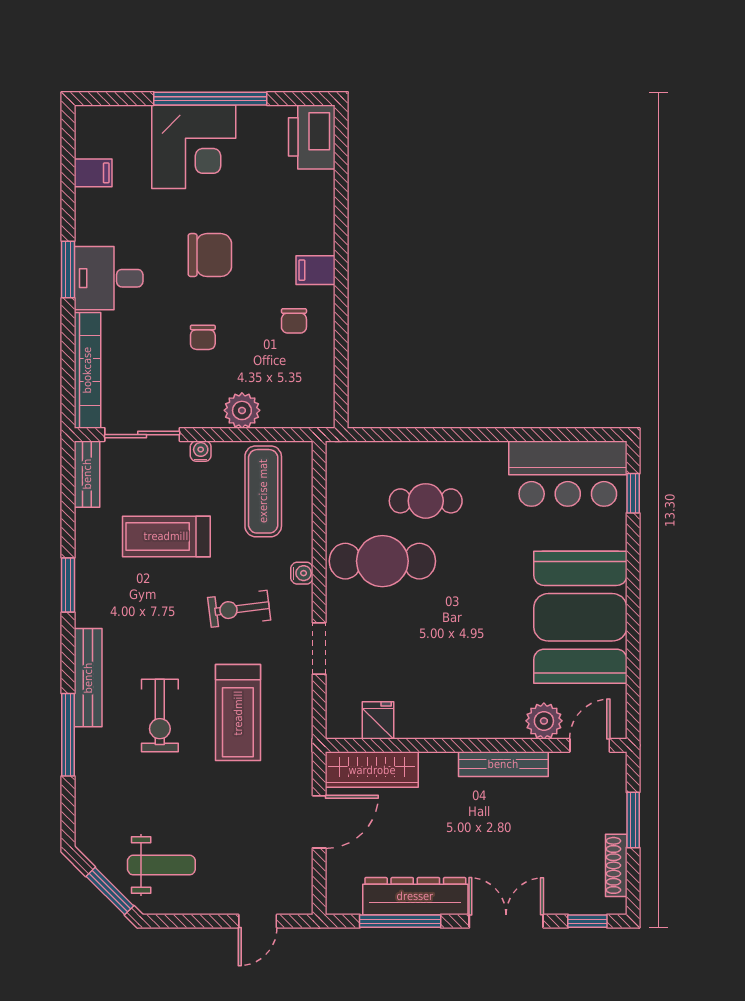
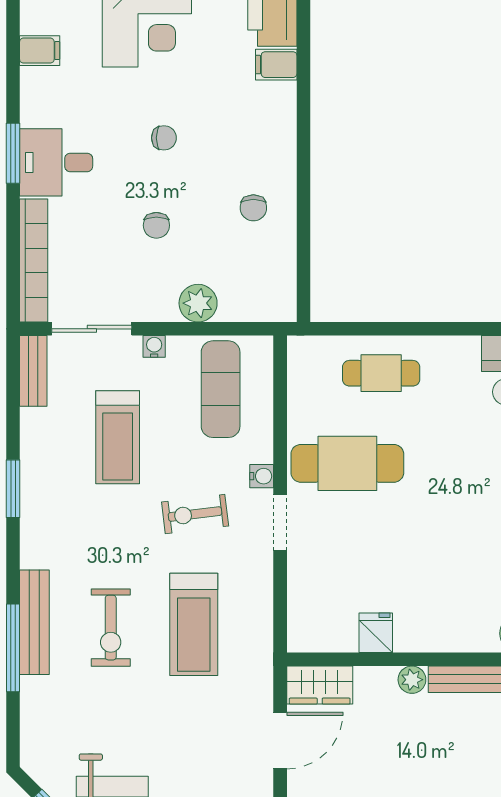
chair: (210, 255) -> (164, 138), width x0.54, depth x0.54
filing cabinet: (315, 270) -> (276, 65), moved
cafe table: (426, 501) -> (381, 373), moved
treadmill: (166, 536) -> (118, 437), turned -90
doorway: (319, 648) -> (280, 523), moved
bench: (88, 678) -> (34, 622), moved
fridge: (378, 720) -> (376, 633), moved
plant: (443, 765) -> (412, 680), added
wardrobe: (372, 770) -> (320, 685), width x0.67

